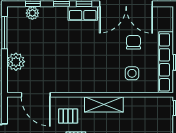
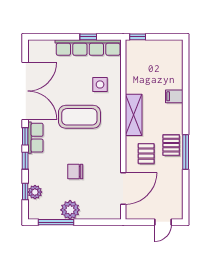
chair: (133, 42) -> (75, 172), moved
coffee table: (102, 54) -> (79, 117), added
plant: (16, 62) -> (70, 210), moved

